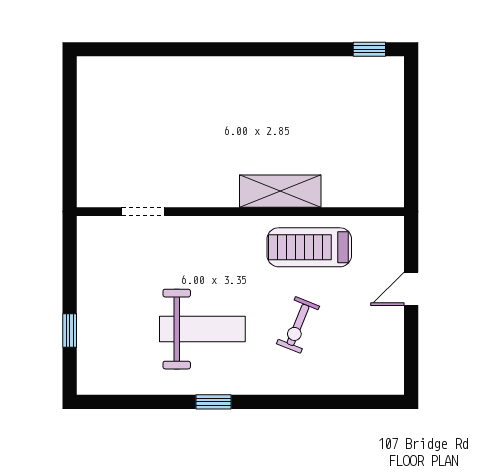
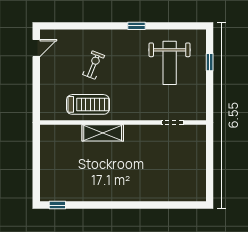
door: (411, 289) -> (36, 48), moved
weight bench: (202, 329) -> (170, 63), moved, turned -90

